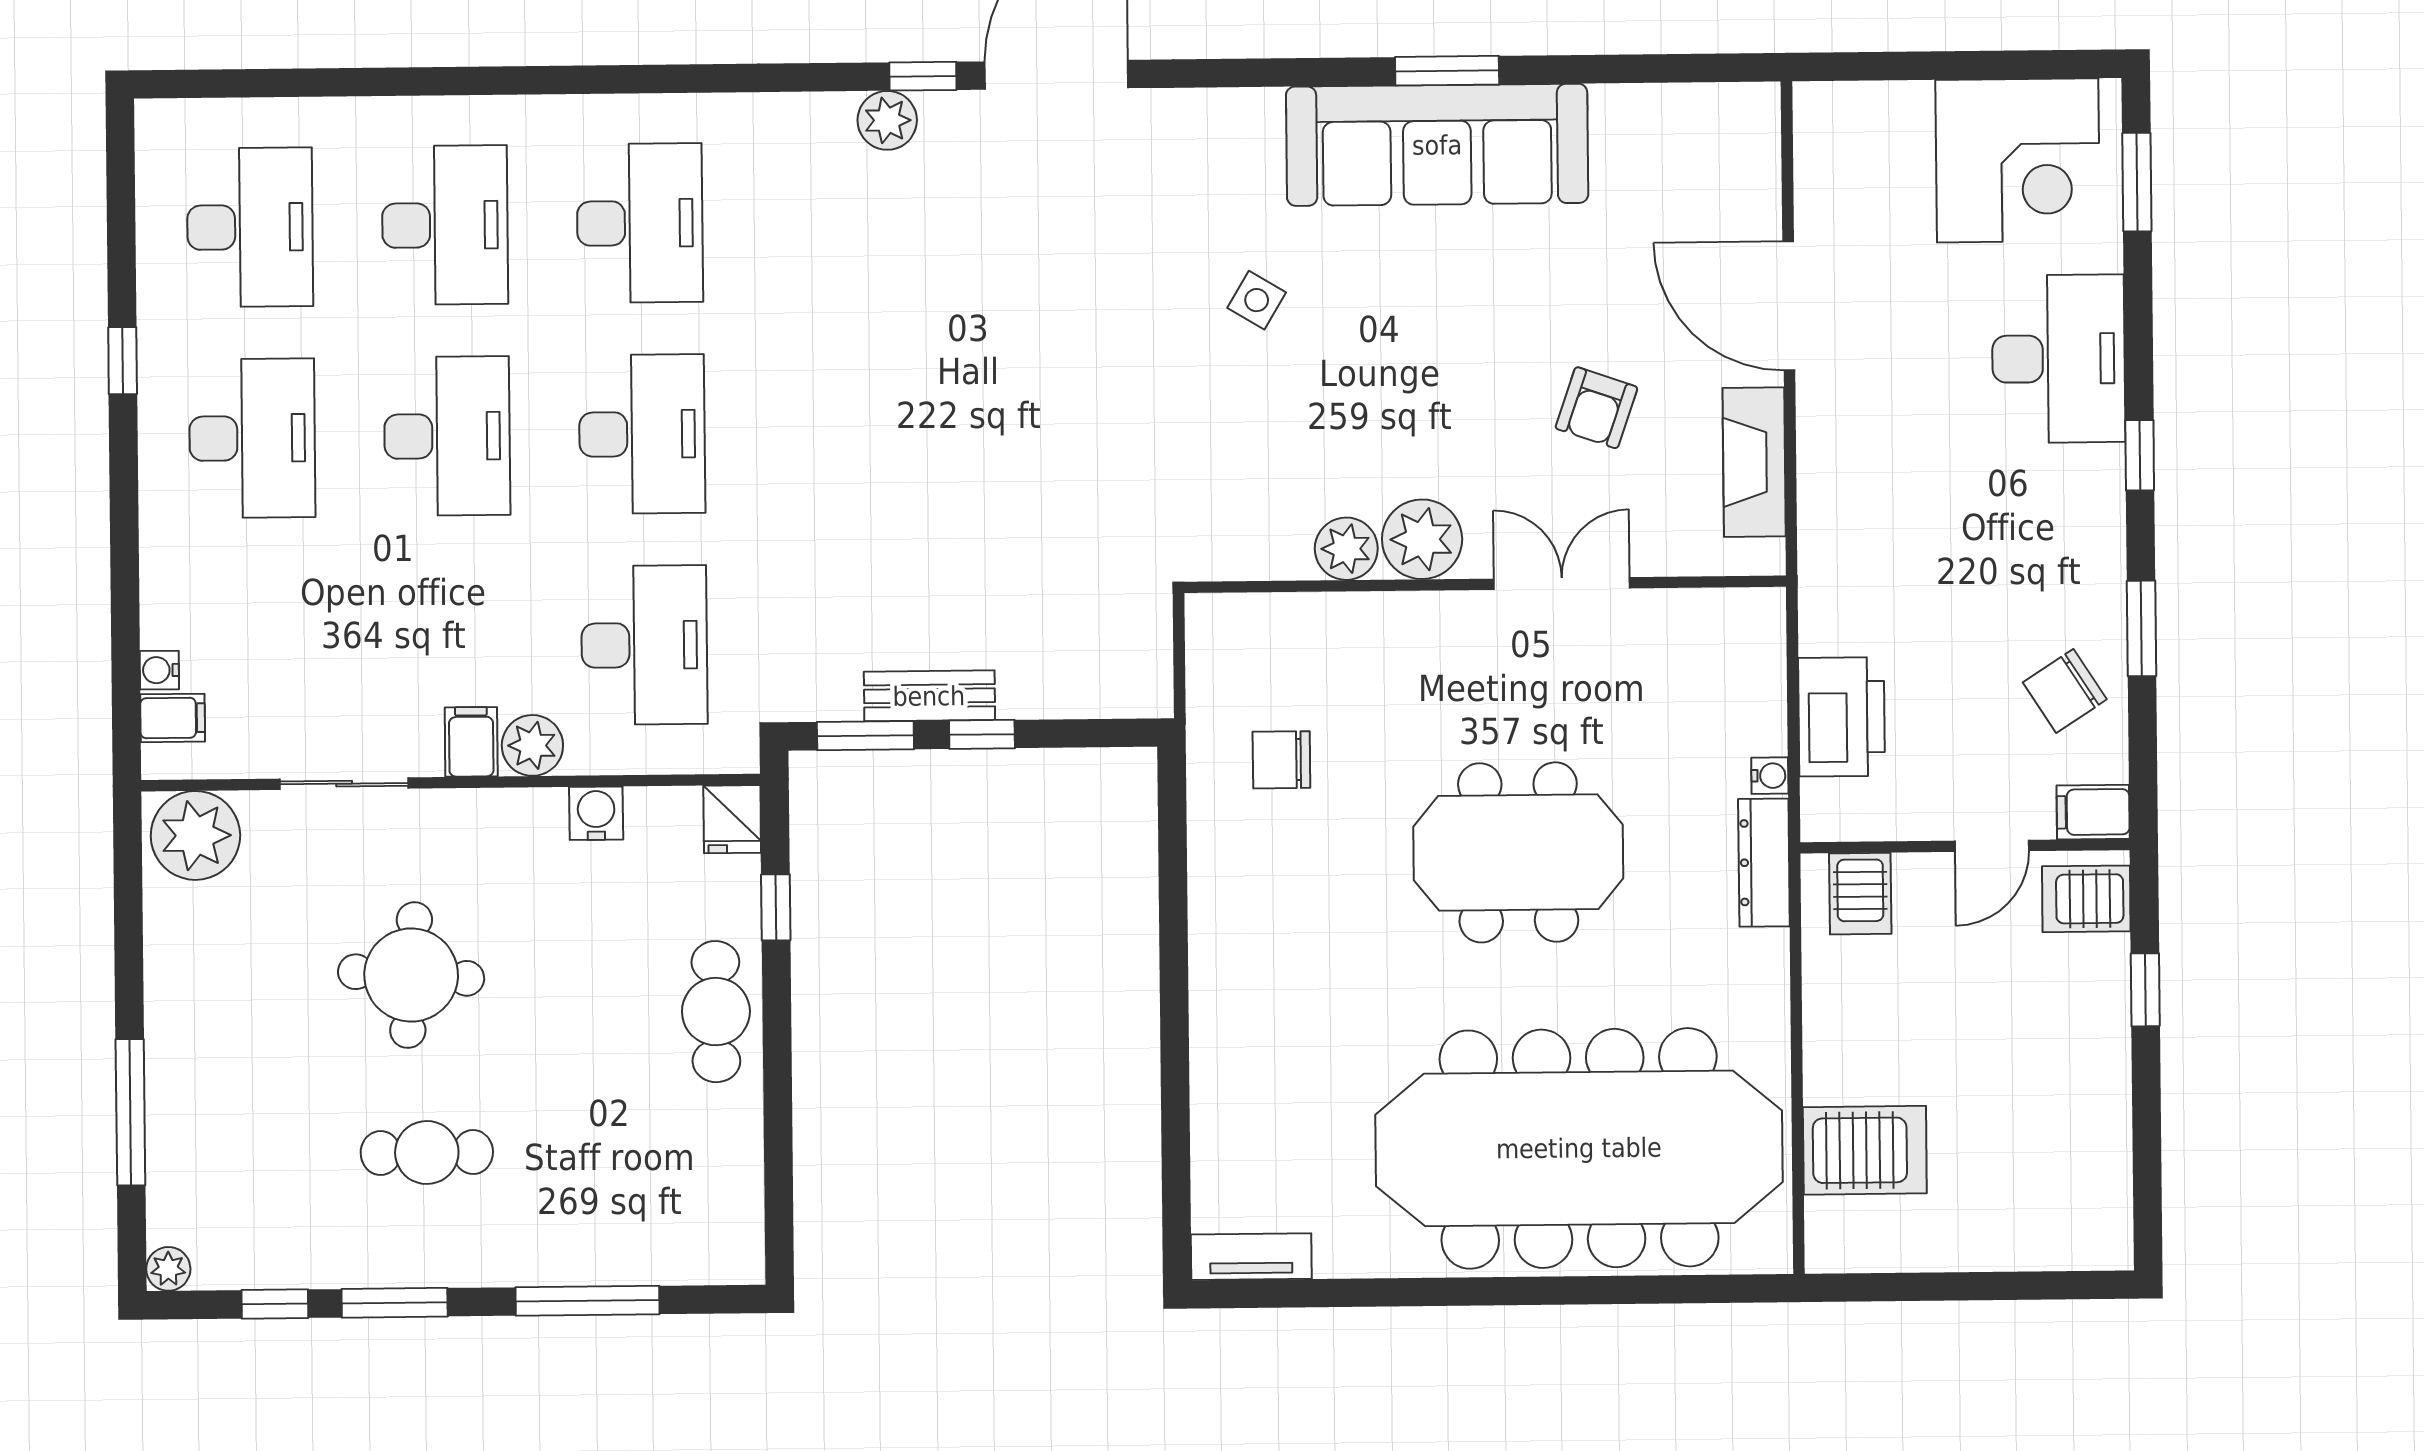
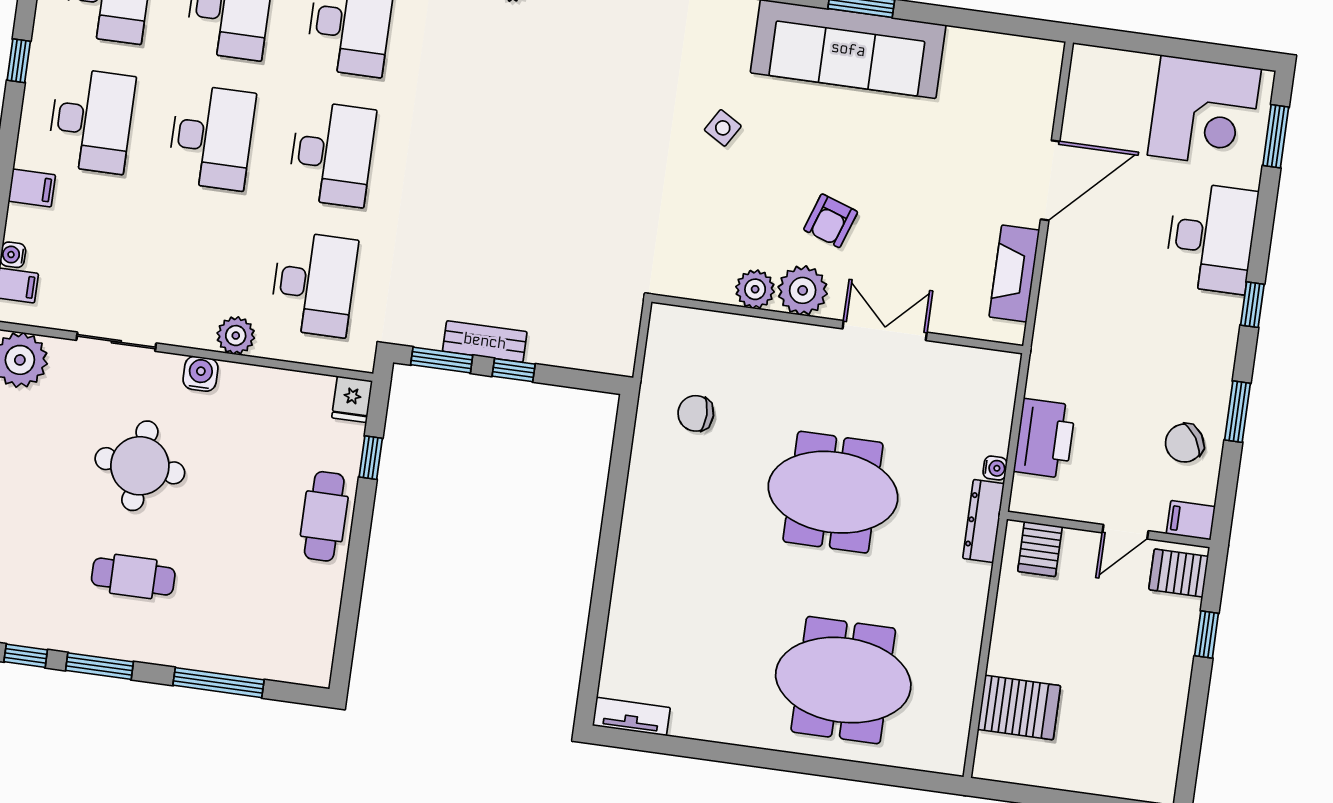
door: (1789, 306) -> (1050, 180), swing flipped
armchair: (1596, 408) -> (831, 221), moved
filing cabinet: (471, 742) -> (32, 188), moved, turned 90
water cooler: (596, 813) -> (201, 374), moved
meeting table: (1579, 1148) -> (843, 680), width x0.54, depth x0.79

